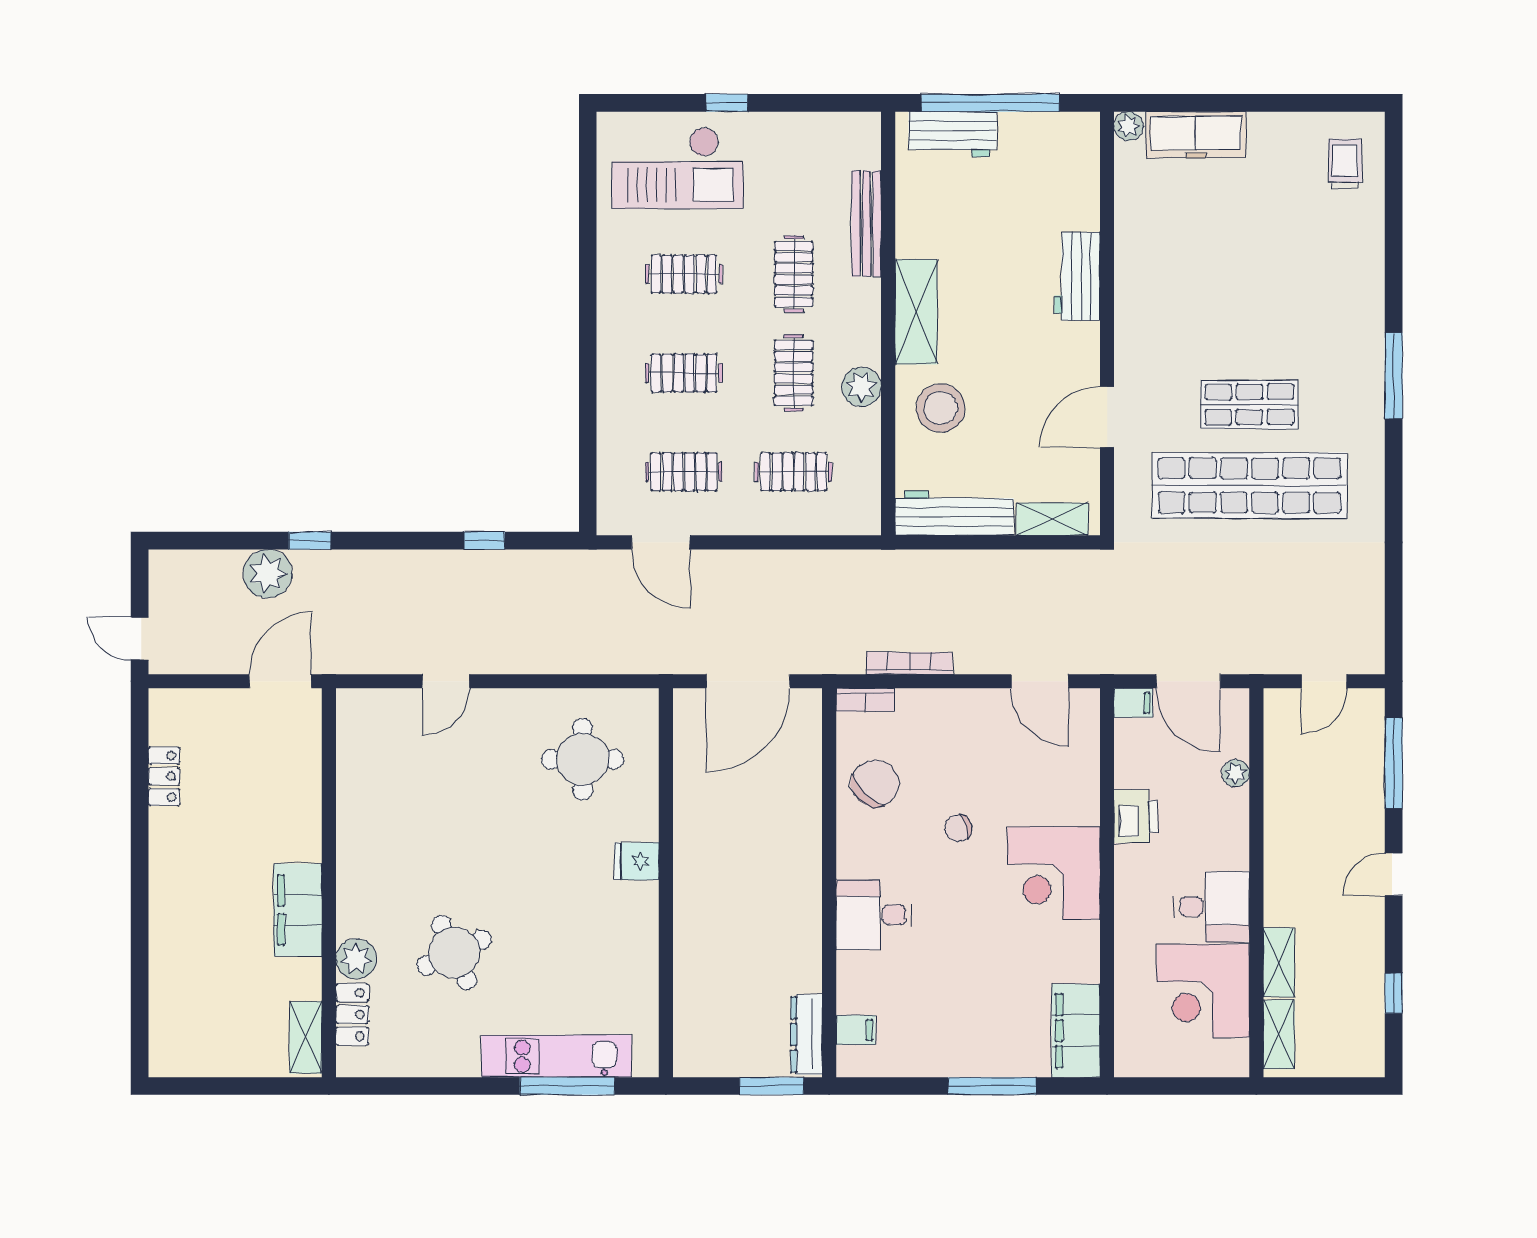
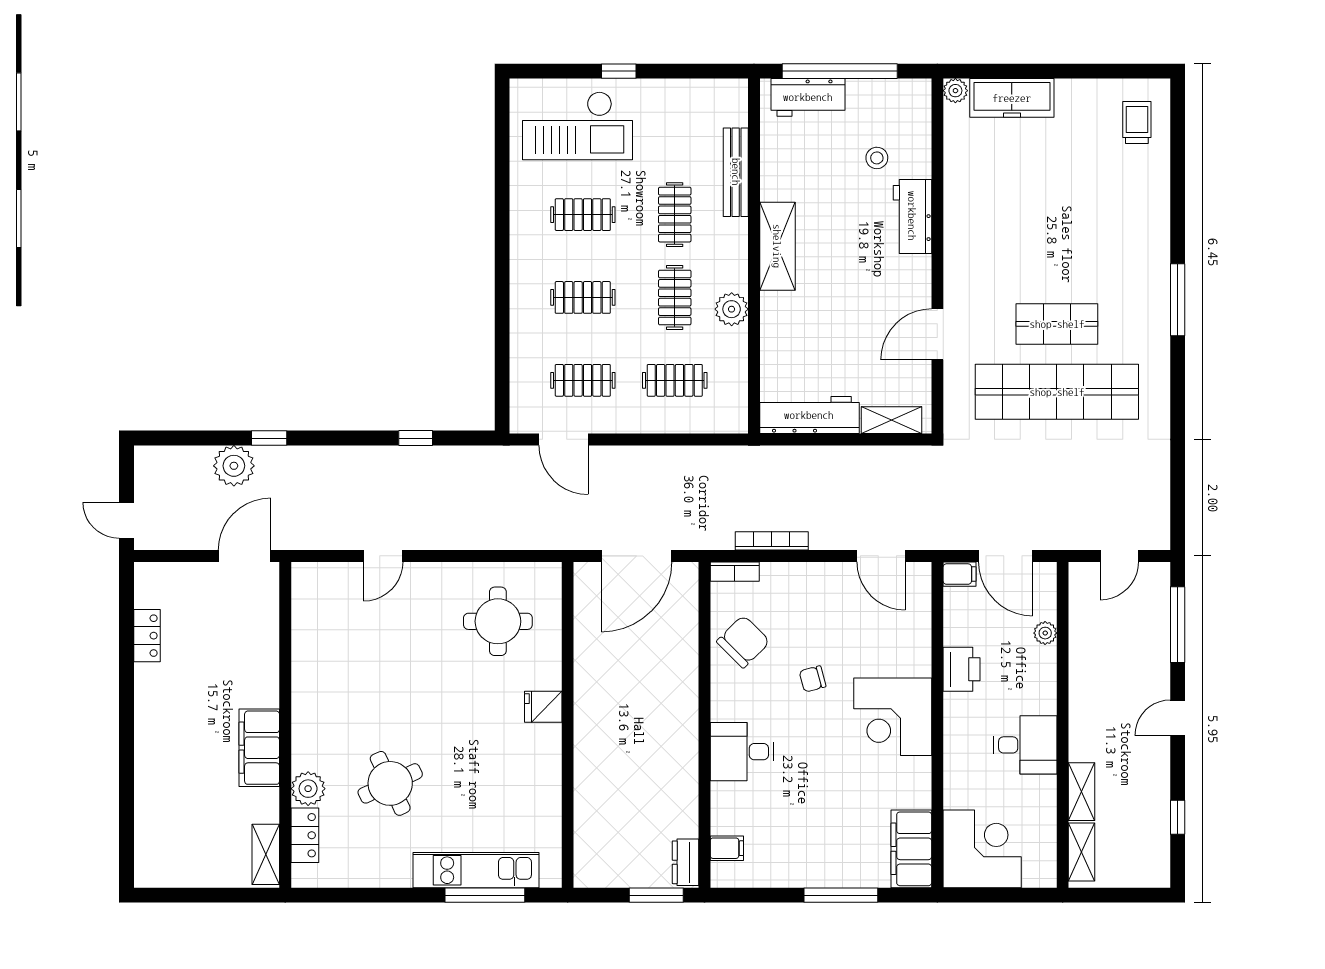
stool: (941, 408) -> (877, 158), moved, width x0.53, depth x0.53
corner desk: (1203, 991) -> (982, 849), moved, turned 180
dresser: (806, 1035) -> (686, 862), width x0.70

